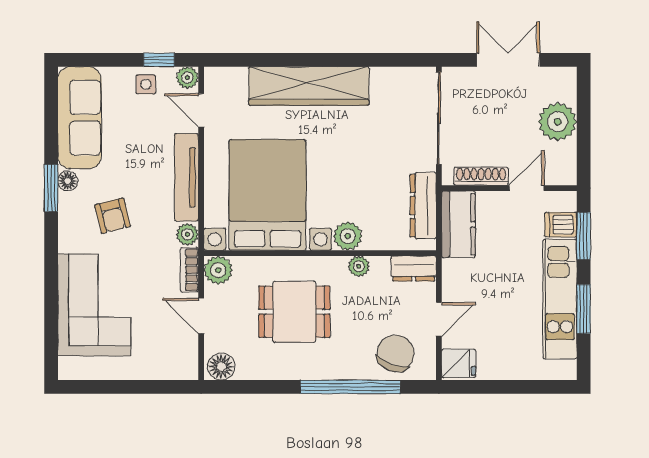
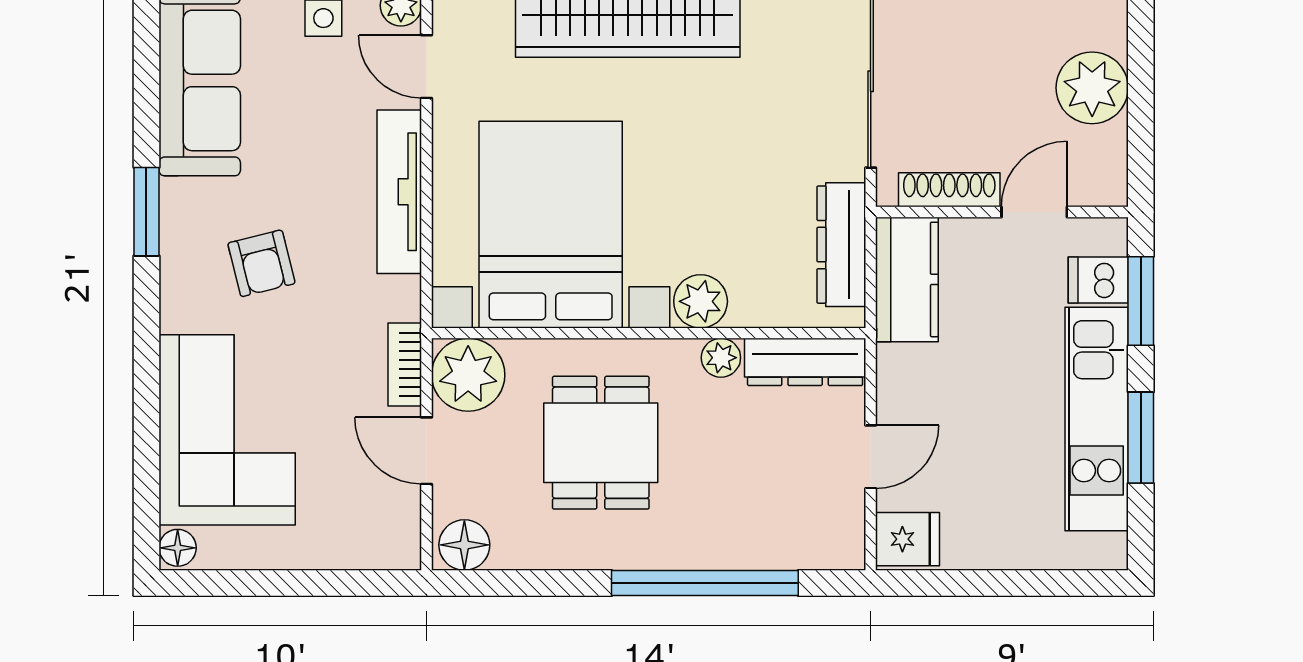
floor lamp: (68, 181) -> (178, 548), moved
plant: (187, 234) -> (401, 298), removed
dresser: (414, 268) -> (805, 362), width x1.44
plant: (218, 270) -> (468, 375), width x1.36, depth x1.36
dining table: (294, 312) -> (601, 443), turned 90
chair: (396, 353) -> (790, 520), removed

